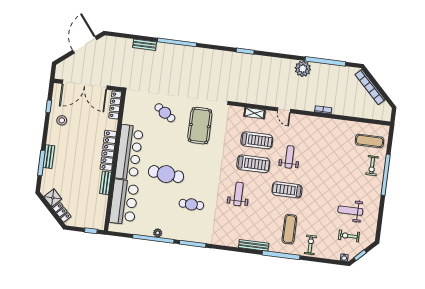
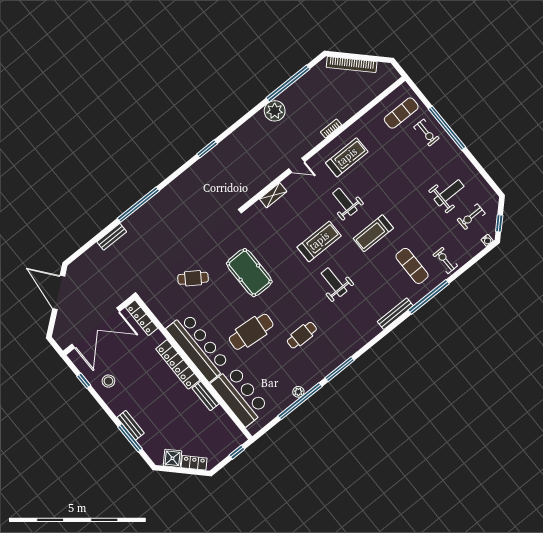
pool table: (200, 126) -> (249, 273), moved
treadmill: (257, 140) -> (347, 157), moved
weight bench: (350, 211) -> (449, 193), turned 180

